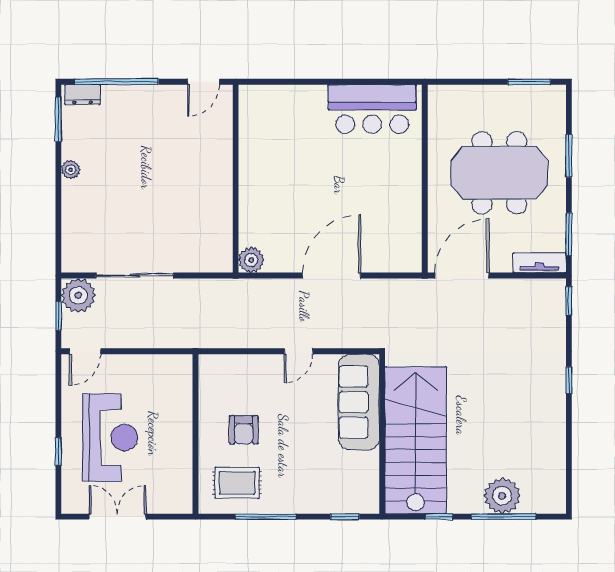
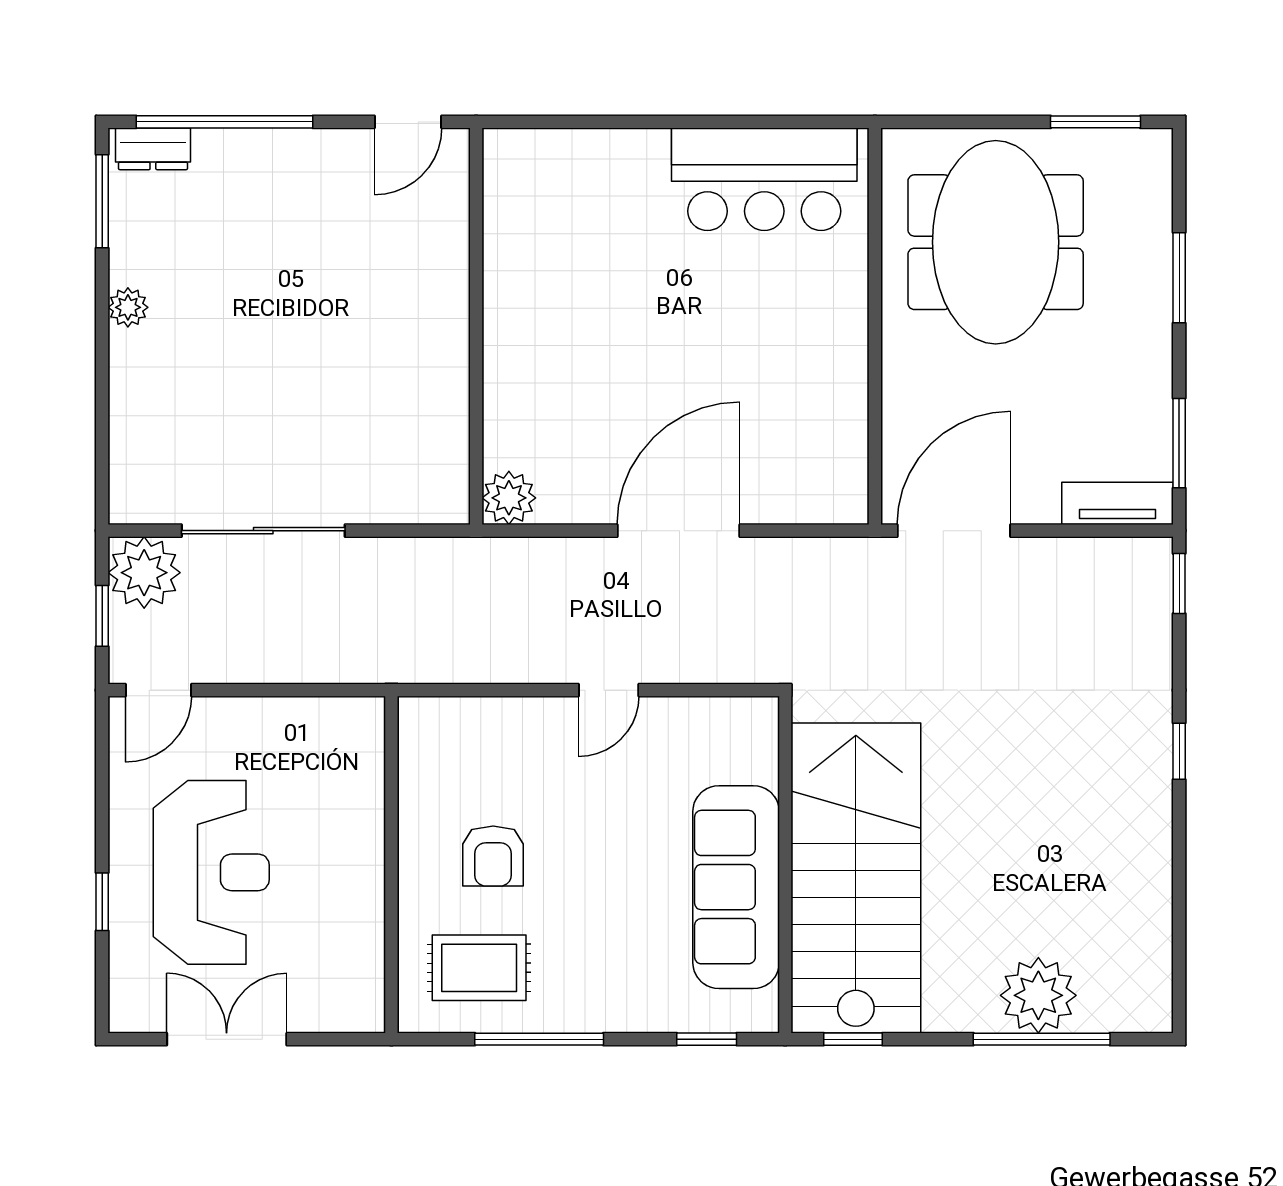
meeting table: (499, 173) -> (996, 242), moved, turned 90
sofa: (359, 402) -> (736, 887), moved
window: (439, 517) -> (853, 1039), moved

